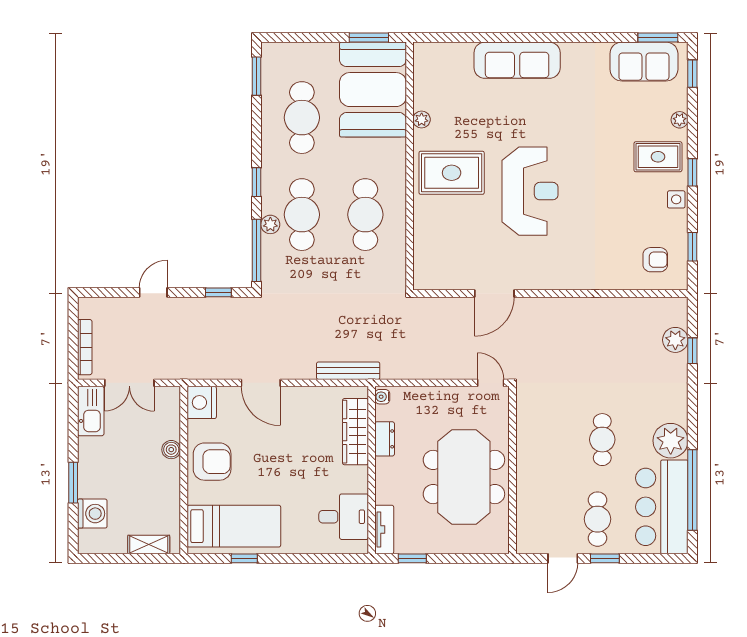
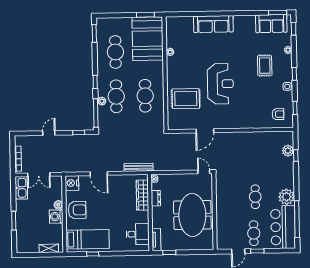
rug: (658, 157) -> (265, 66), moved, turned 90
rug: (452, 173) -> (186, 99), moved
washing machine: (92, 514) -> (56, 217), moved, turned 180

